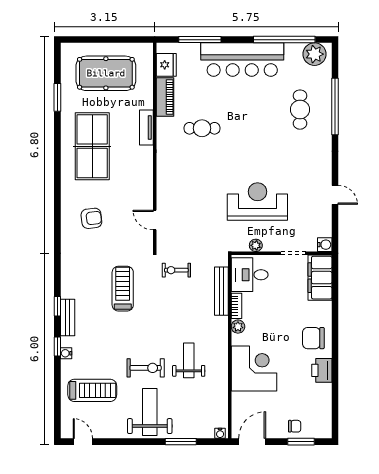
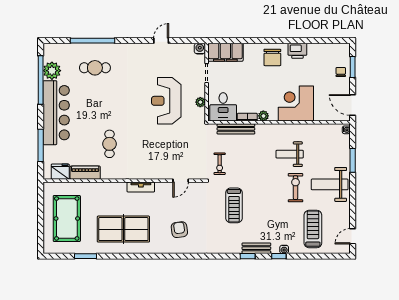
plant: (315, 54) -> (52, 71), moved
tv unit: (146, 127) -> (141, 187), moved
treadmill: (123, 289) -> (234, 205), turned -90

